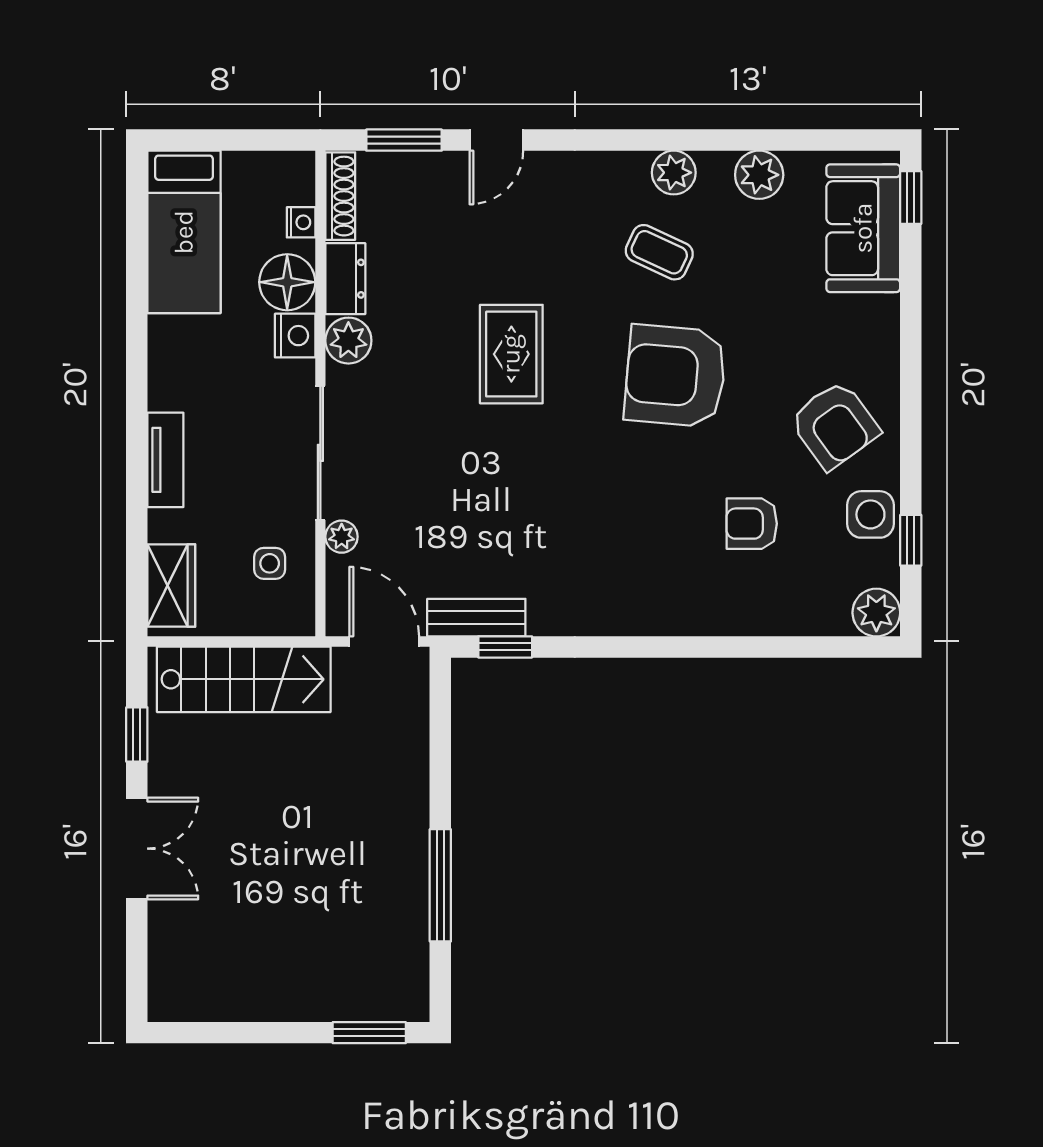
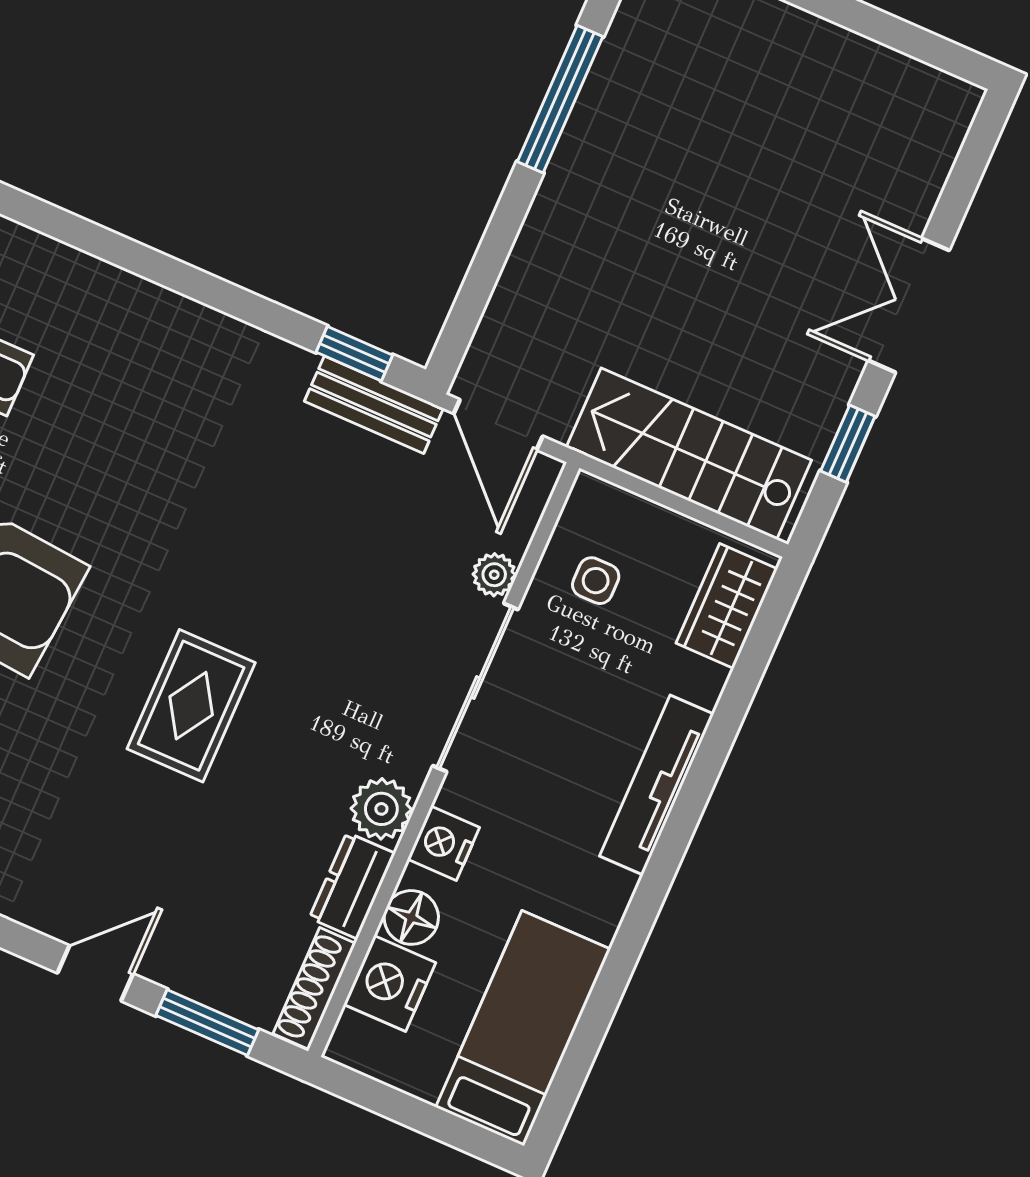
nightstand: (301, 222) -> (390, 984), width x1.89, depth x1.79
floor lamp: (287, 282) -> (411, 917), width x0.73, depth x0.73
tv unit: (165, 460) -> (657, 785), width x1.41

